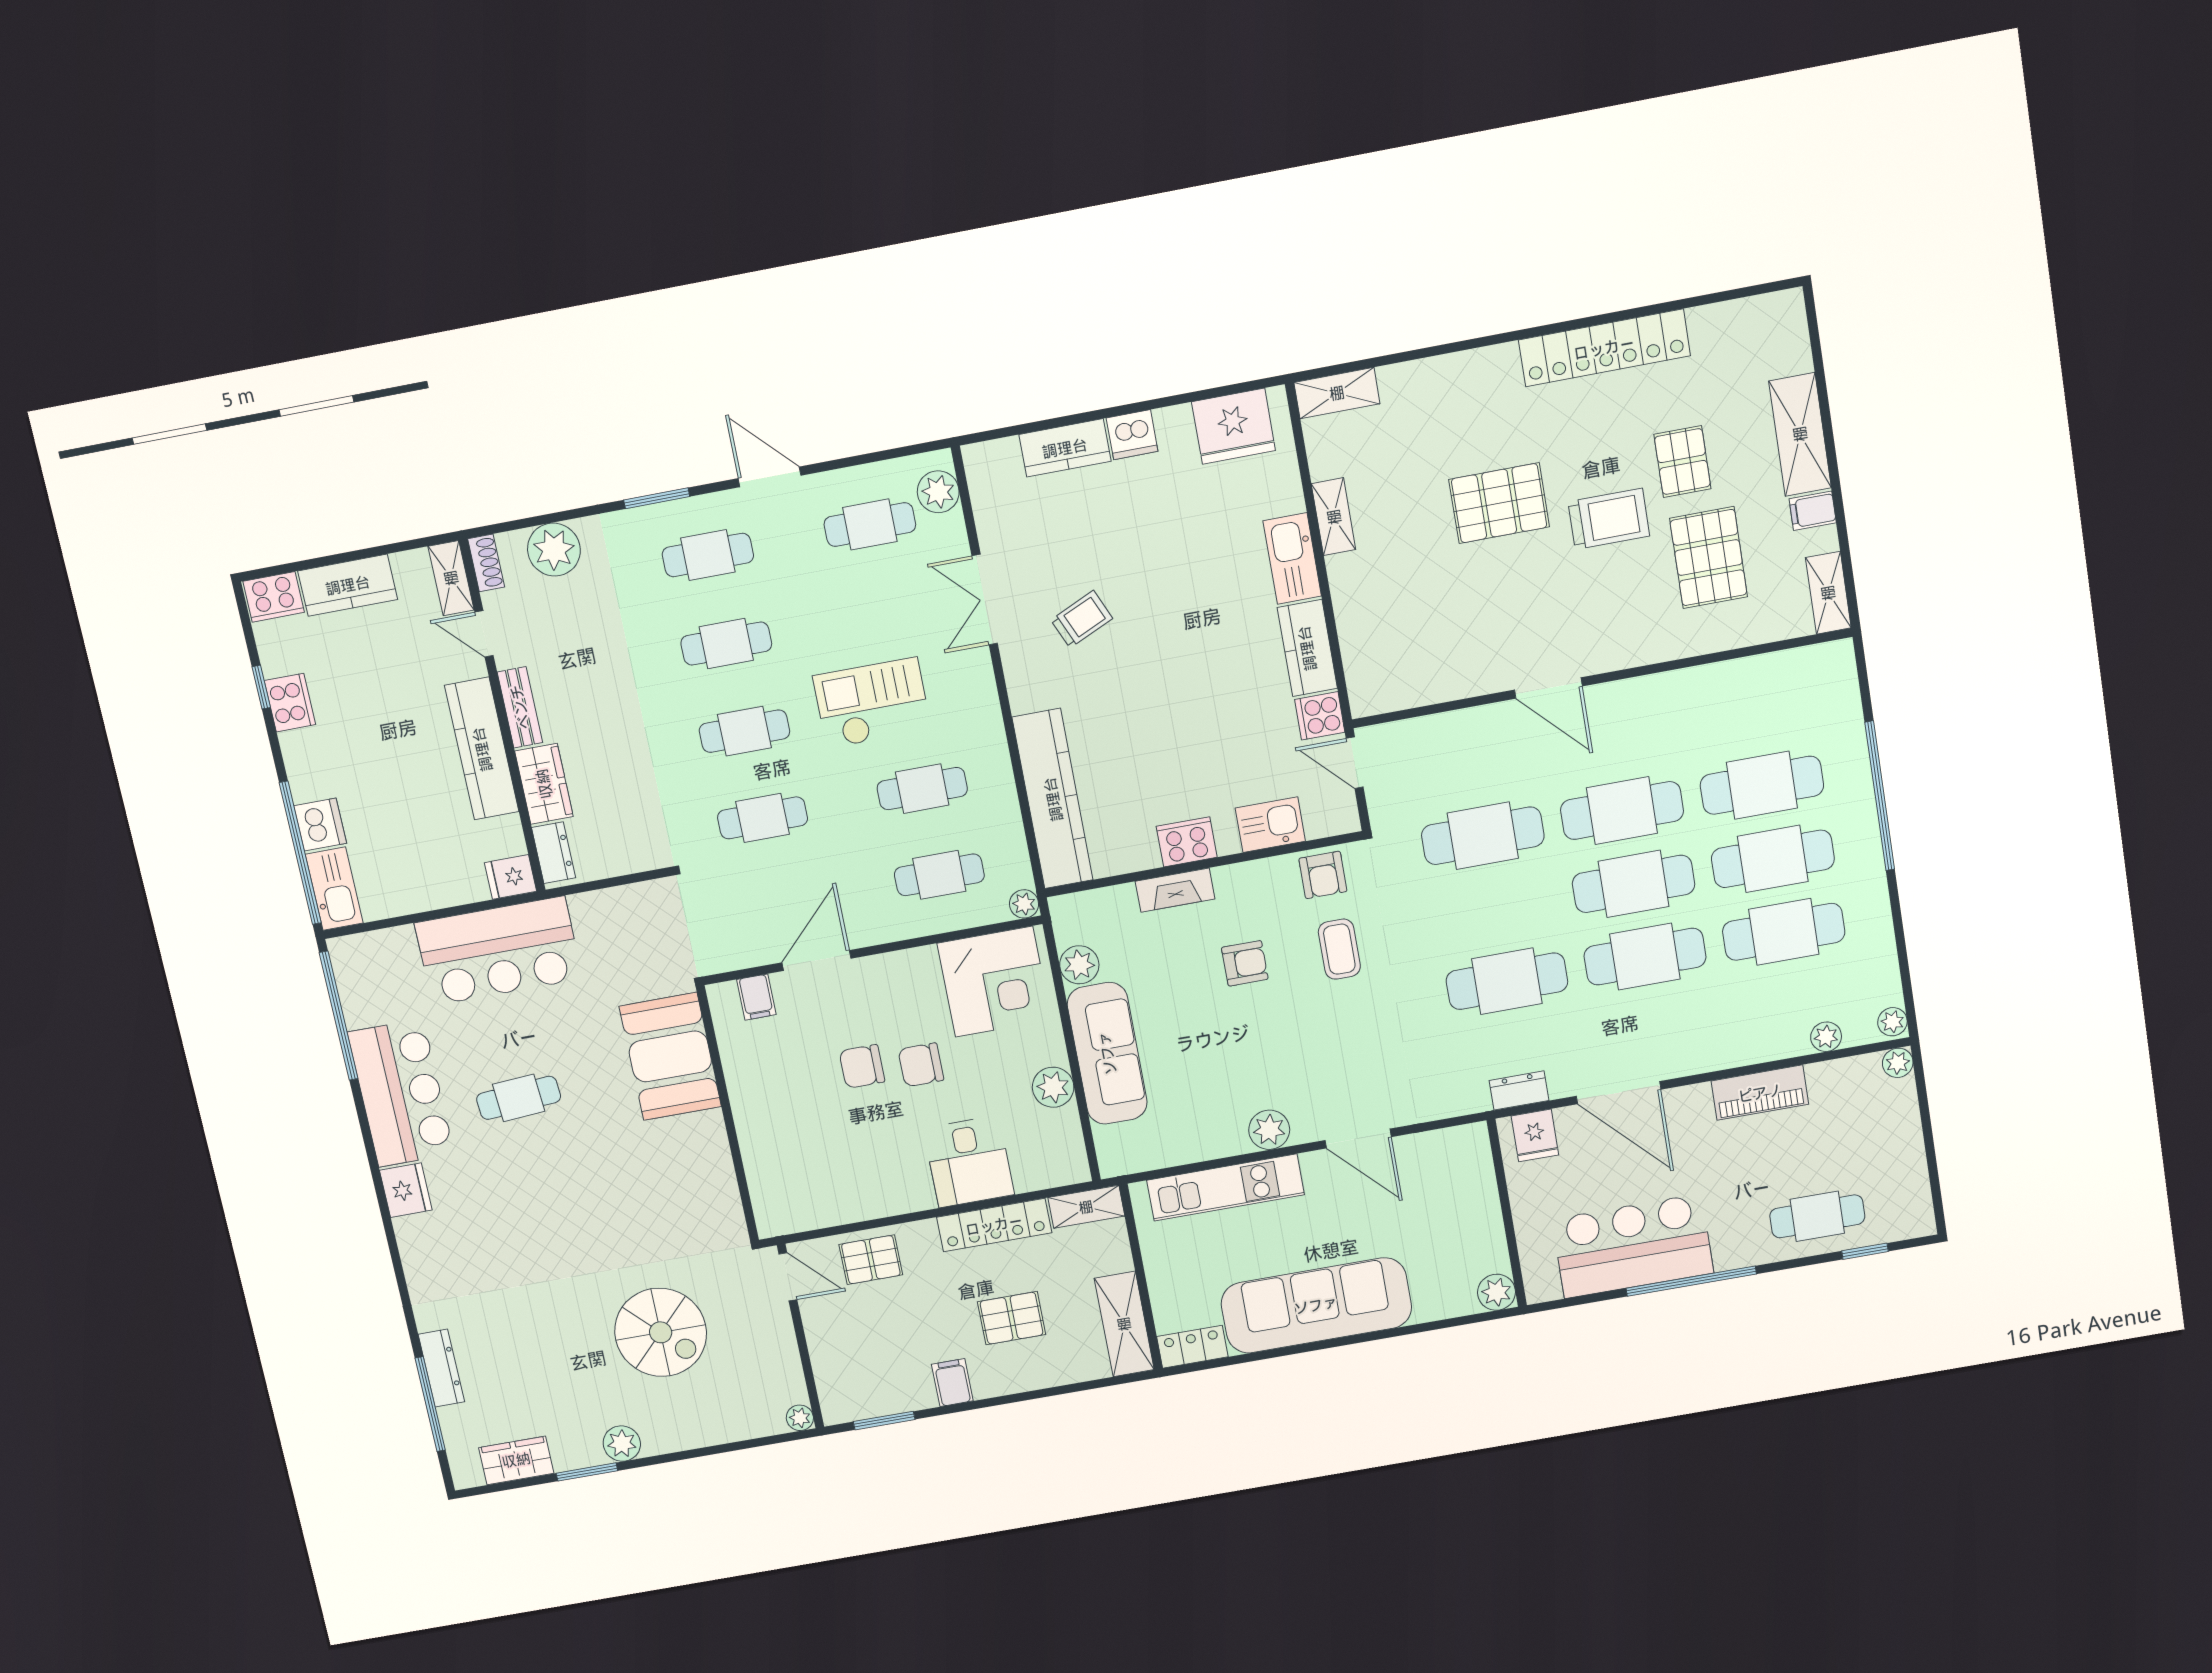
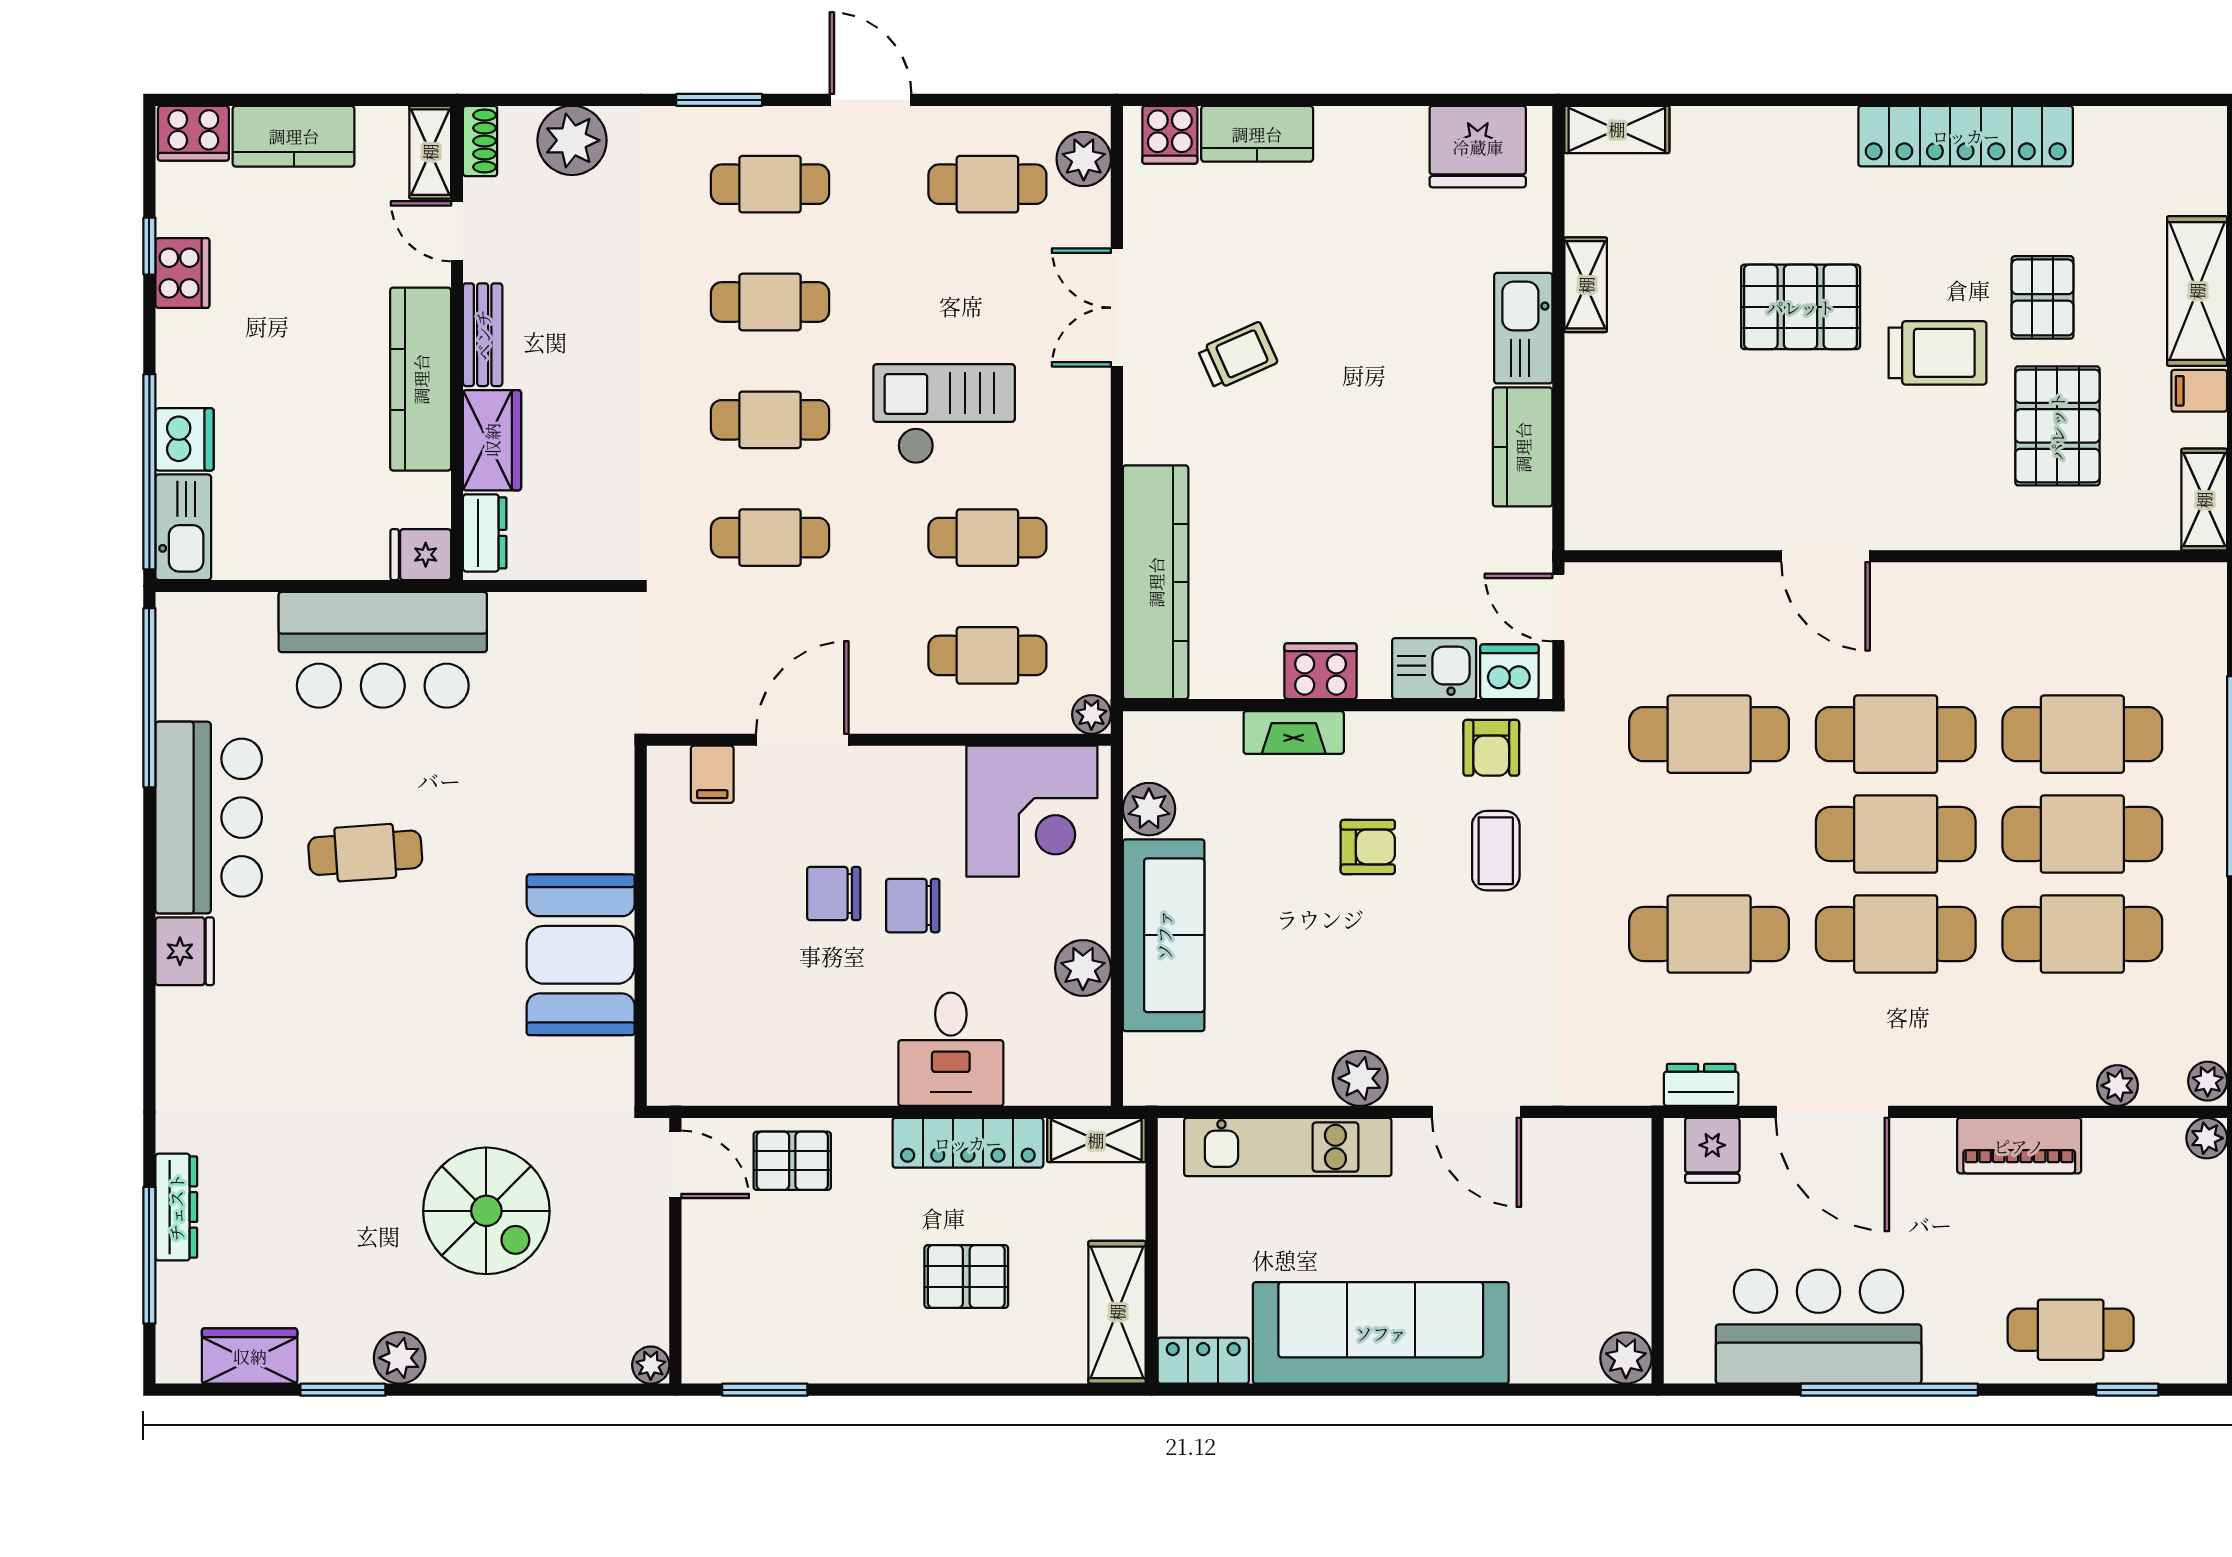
dishwasher: (1132, 435) -> (1509, 672), moved, turned 180
cooker: (1320, 716) -> (1170, 135), moved, turned -90
booth: (670, 1056) -> (581, 955), moved
filing cabinet: (952, 1383) -> (868, 1353), removed

